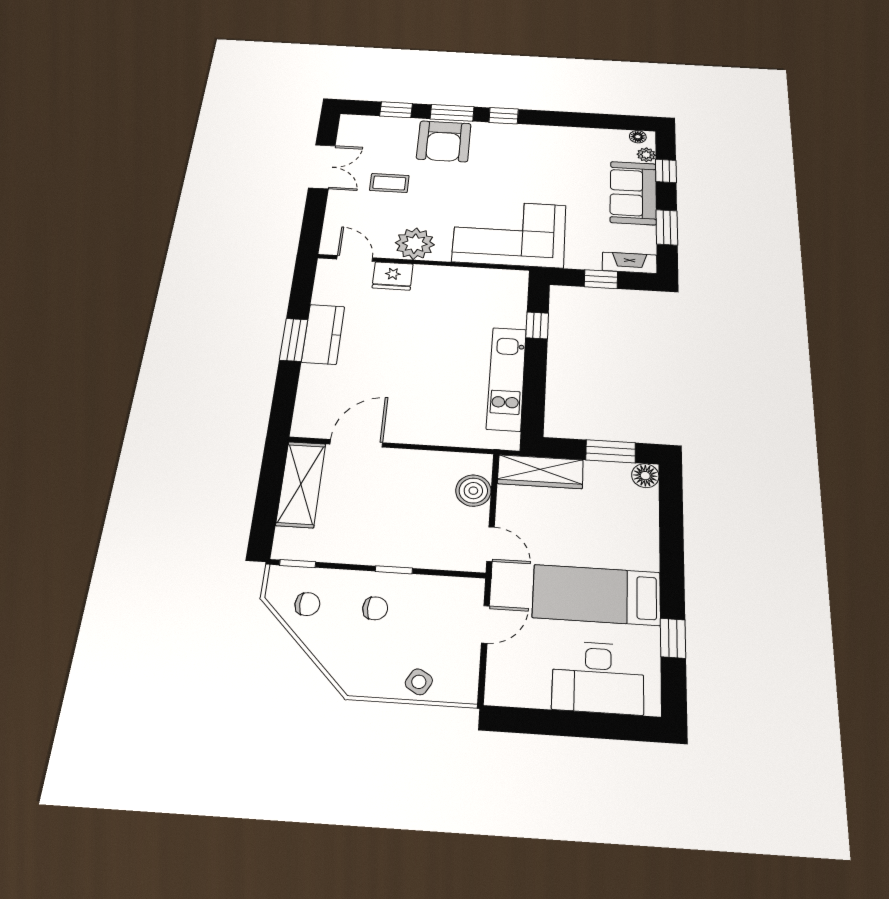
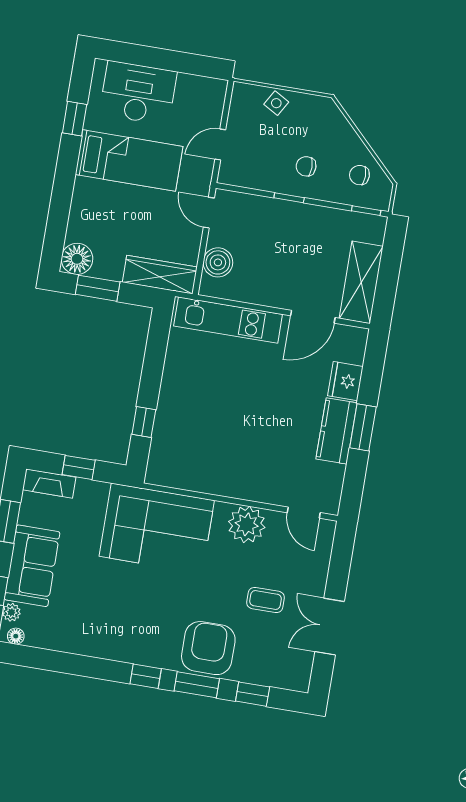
fridge: (393, 276) -> (345, 381), moved, turned -90
kitchen unit: (507, 379) -> (228, 320), moved, turned 90
floor lamp: (645, 476) -> (77, 259), width x1.38, depth x1.38

